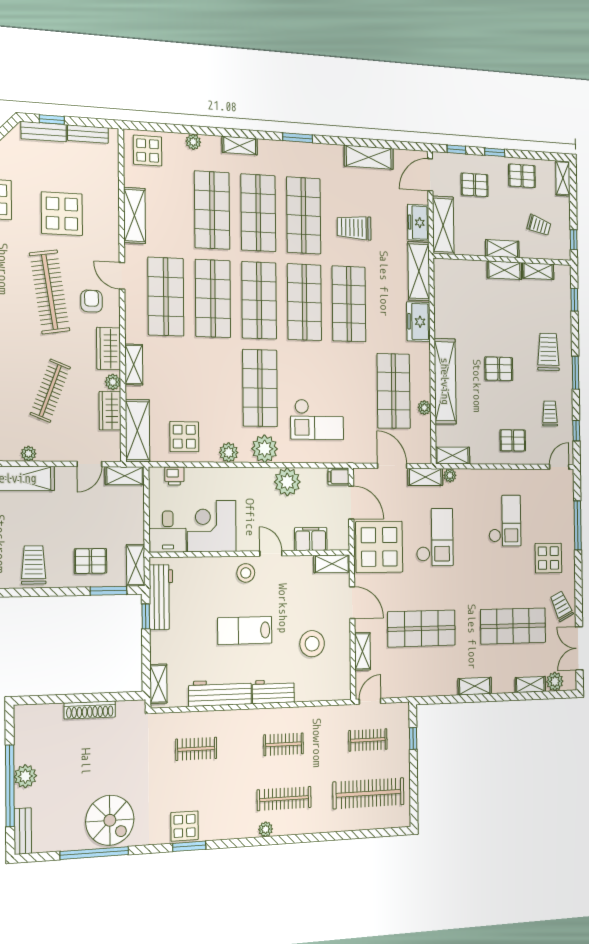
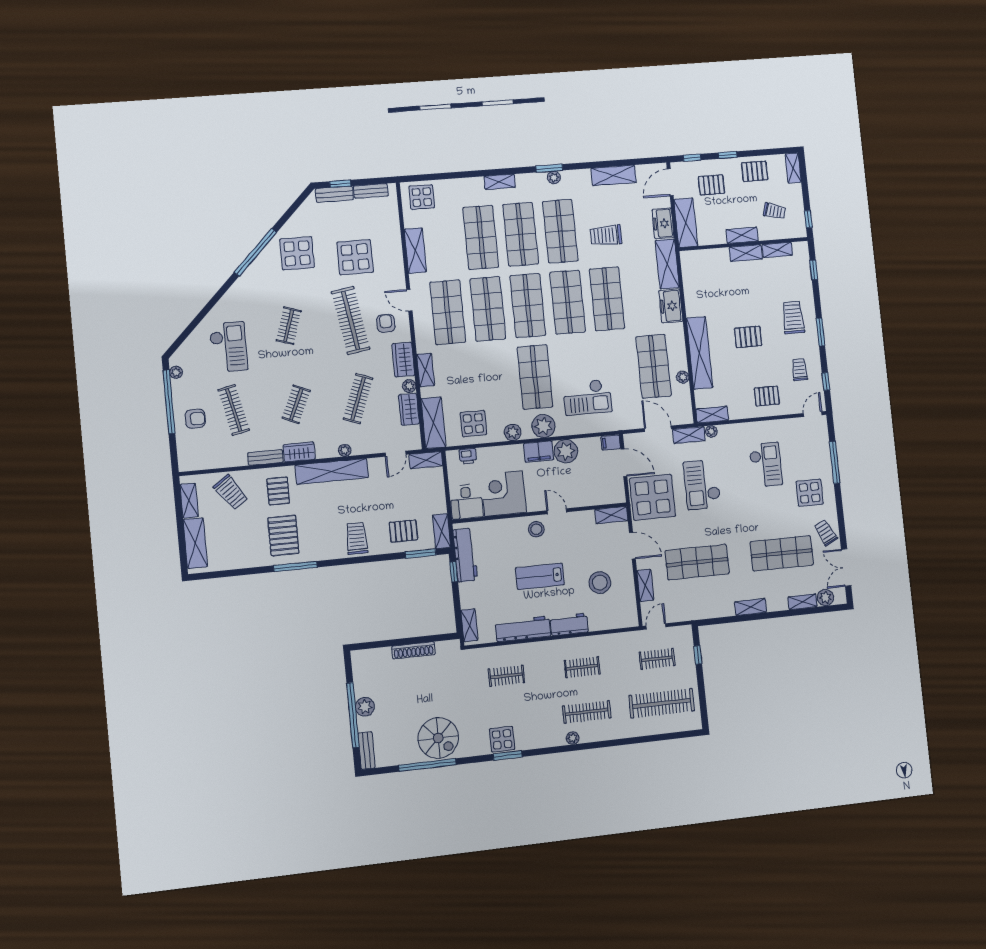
plant: (193, 142) -> (554, 177), moved
checkout: (435, 537) -> (702, 485), turned 180
filing cabinet: (311, 539) -> (539, 452), moved, turned 180

